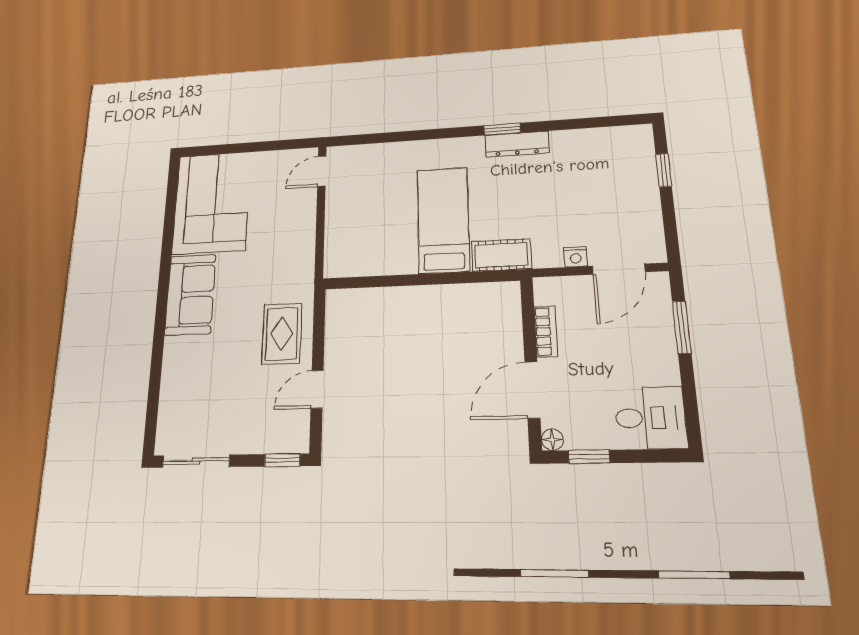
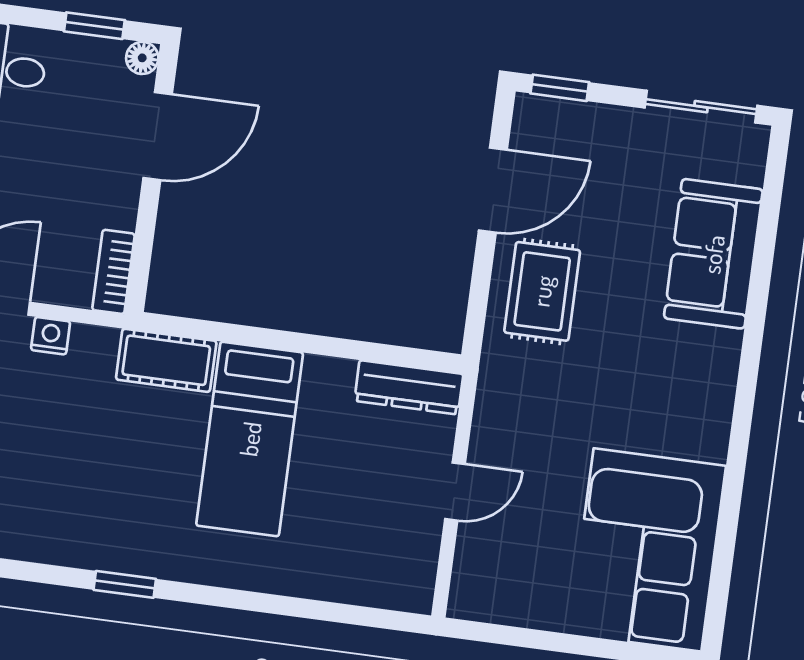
dresser: (517, 144) -> (409, 387), moved, turned 180
door: (322, 171) -> (455, 492), moved
sofa: (190, 295) -> (713, 254), moved
bookcase: (546, 331) -> (114, 272), moved
door: (317, 389) -> (493, 190), width x1.38

